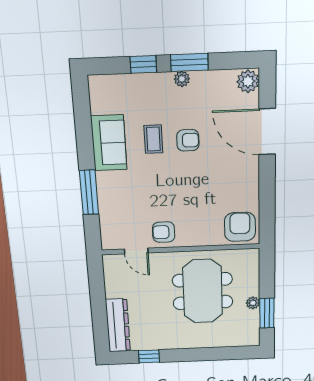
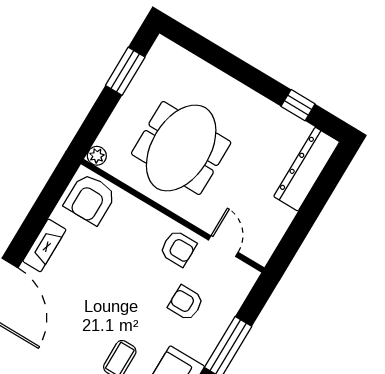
armchair: (188, 140) -> (186, 303), moved
fireplace: (251, 180) -> (44, 245), added
plant: (253, 303) -> (97, 156), moved

